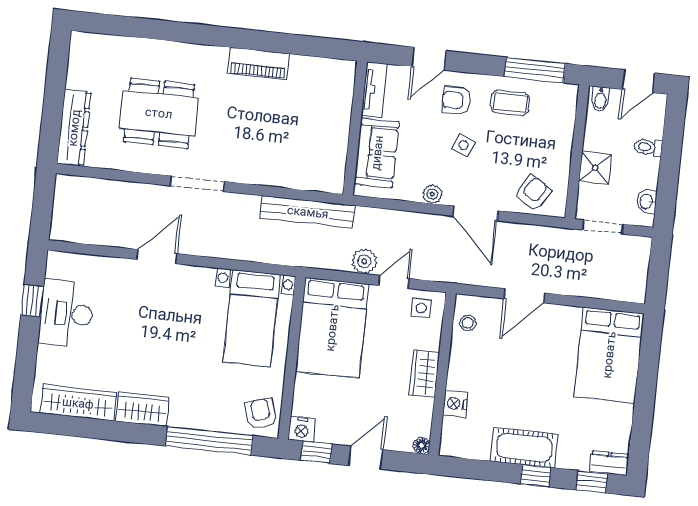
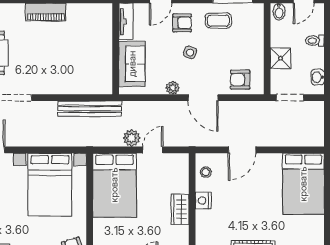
armchair: (456, 100) -> (182, 23), turned 180
armchair: (533, 193) -> (240, 80), turned -122
side table: (421, 308) -> (173, 165), removed
bed with nightstands: (252, 318) -> (50, 185), width x1.36
nightstand: (455, 404) -> (203, 200), moved

